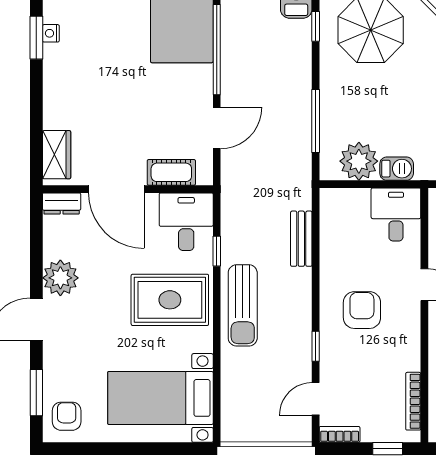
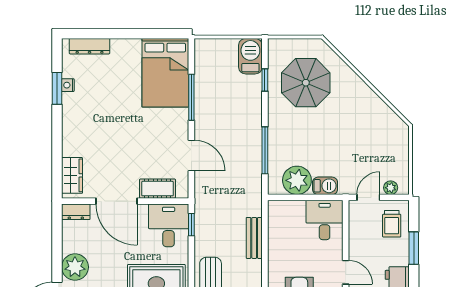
window: (217, 50) -> (191, 97), width x0.68
door: (217, 128) -> (191, 156), hinge flipped
window: (217, 251) -> (191, 225), moved

